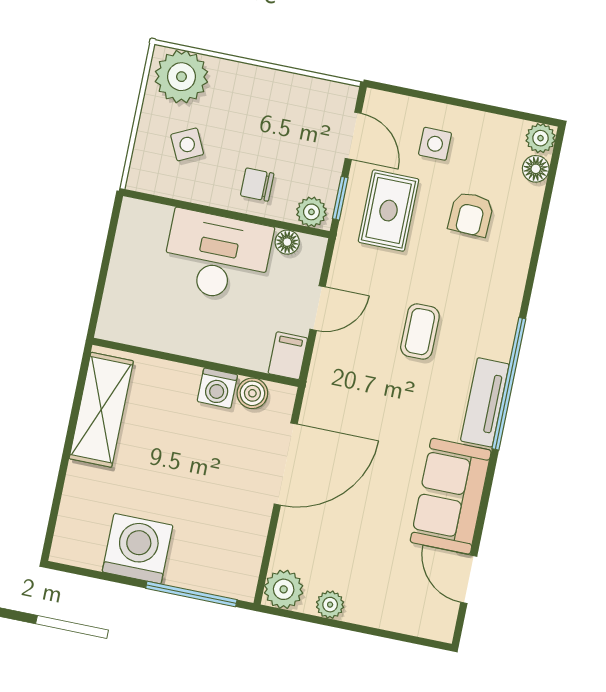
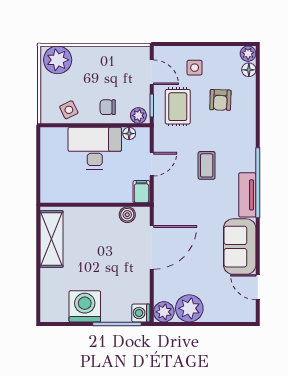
side table: (187, 144) -> (69, 110), moved
washing machine: (217, 388) -> (141, 313), moved, turned 90
plant: (330, 605) -> (189, 308), width x1.87, depth x1.87

